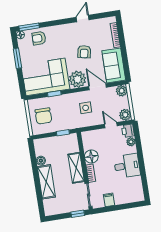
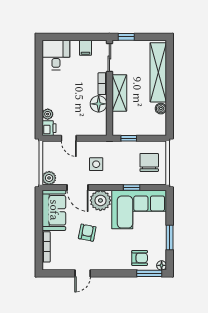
plant: (125, 115) -> (49, 148), removed
desk: (127, 166) -> (56, 55), moved, turned 90
shelving: (46, 182) -> (158, 72), width x1.47

